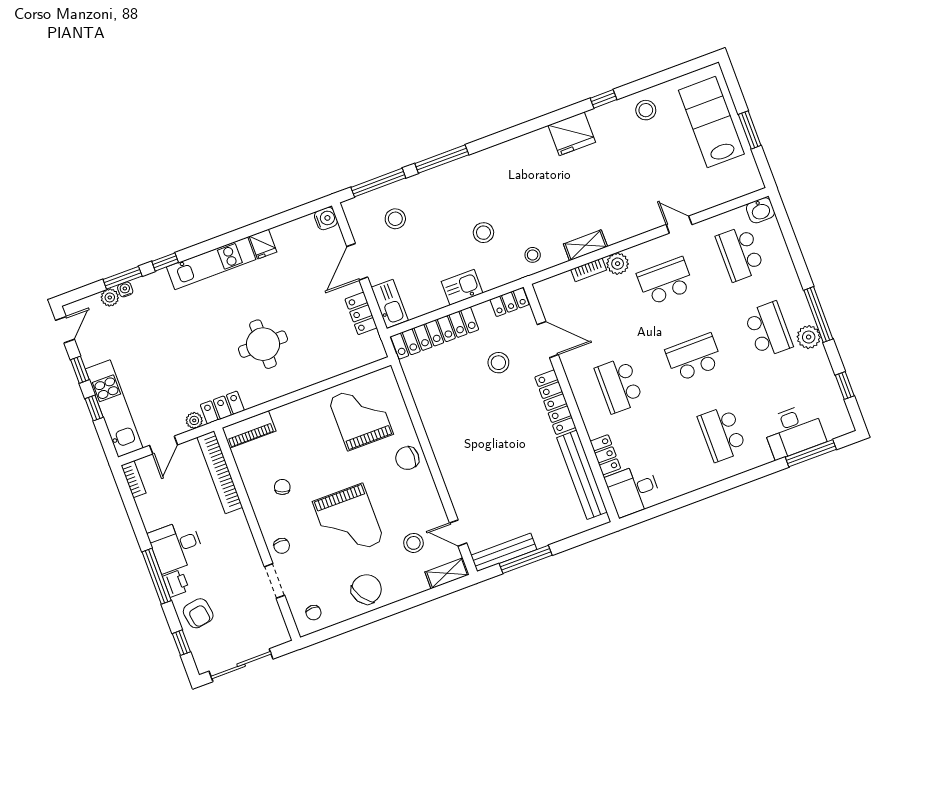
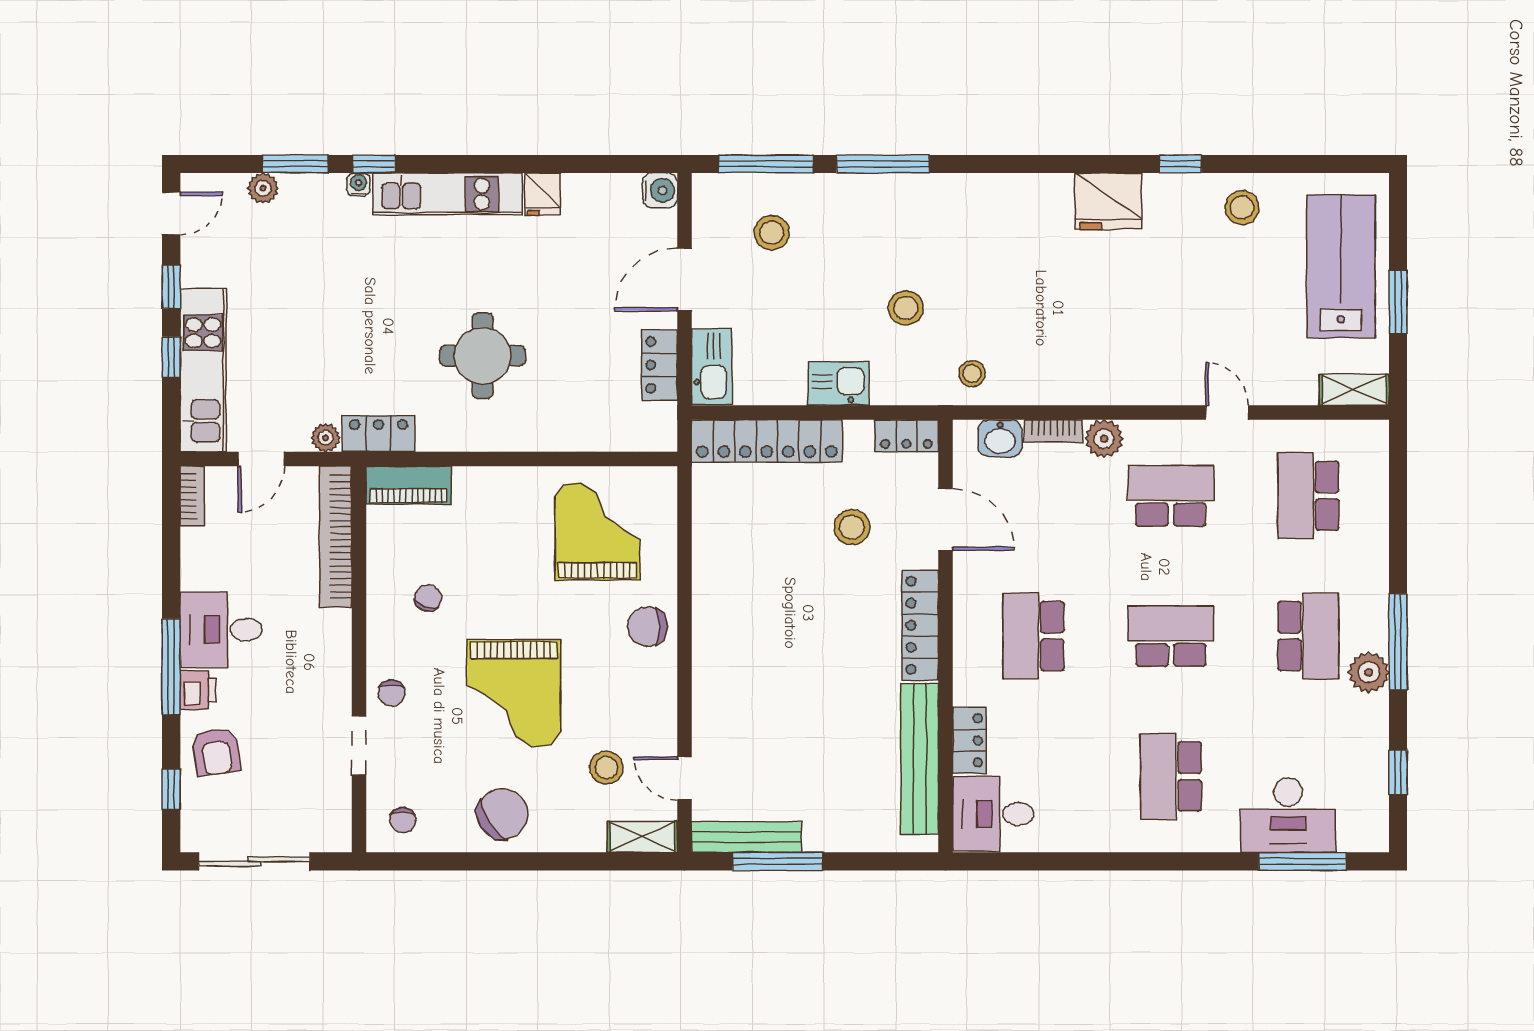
washbasin: (760, 210) -> (1000, 438), moved
shelving: (585, 245) -> (1354, 390), moved
water cooler: (125, 289) -> (359, 184), moved

